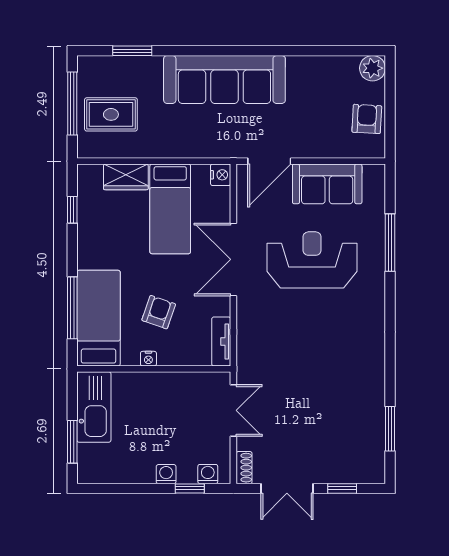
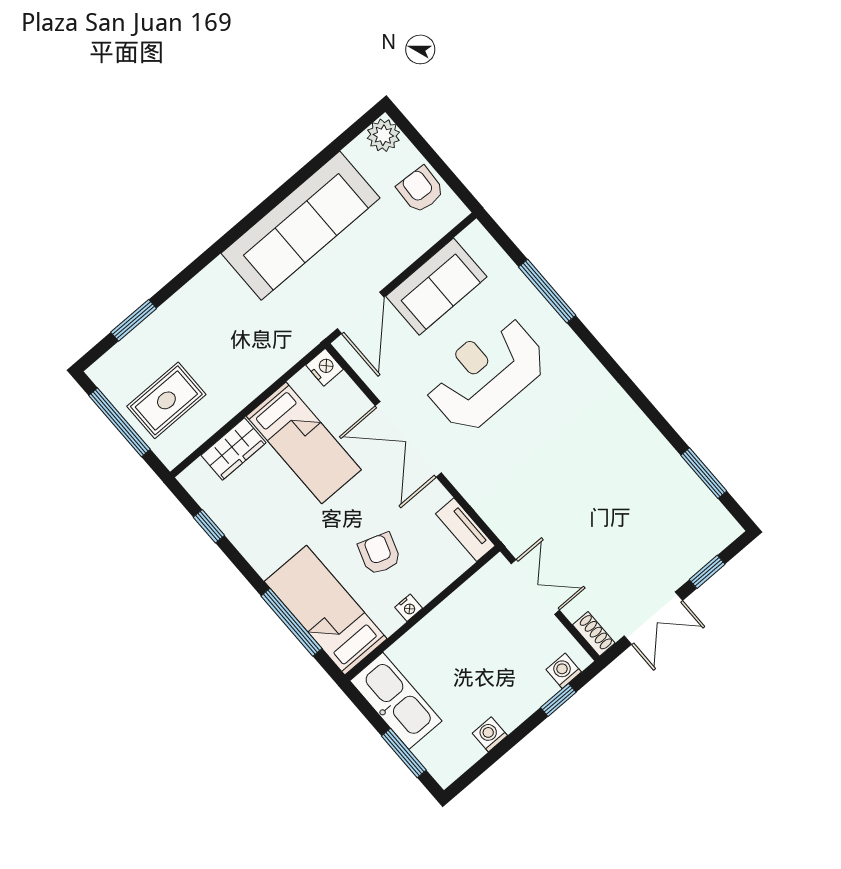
sofa: (224, 79) -> (301, 226), moved
washing machine: (166, 474) -> (490, 734), moved

